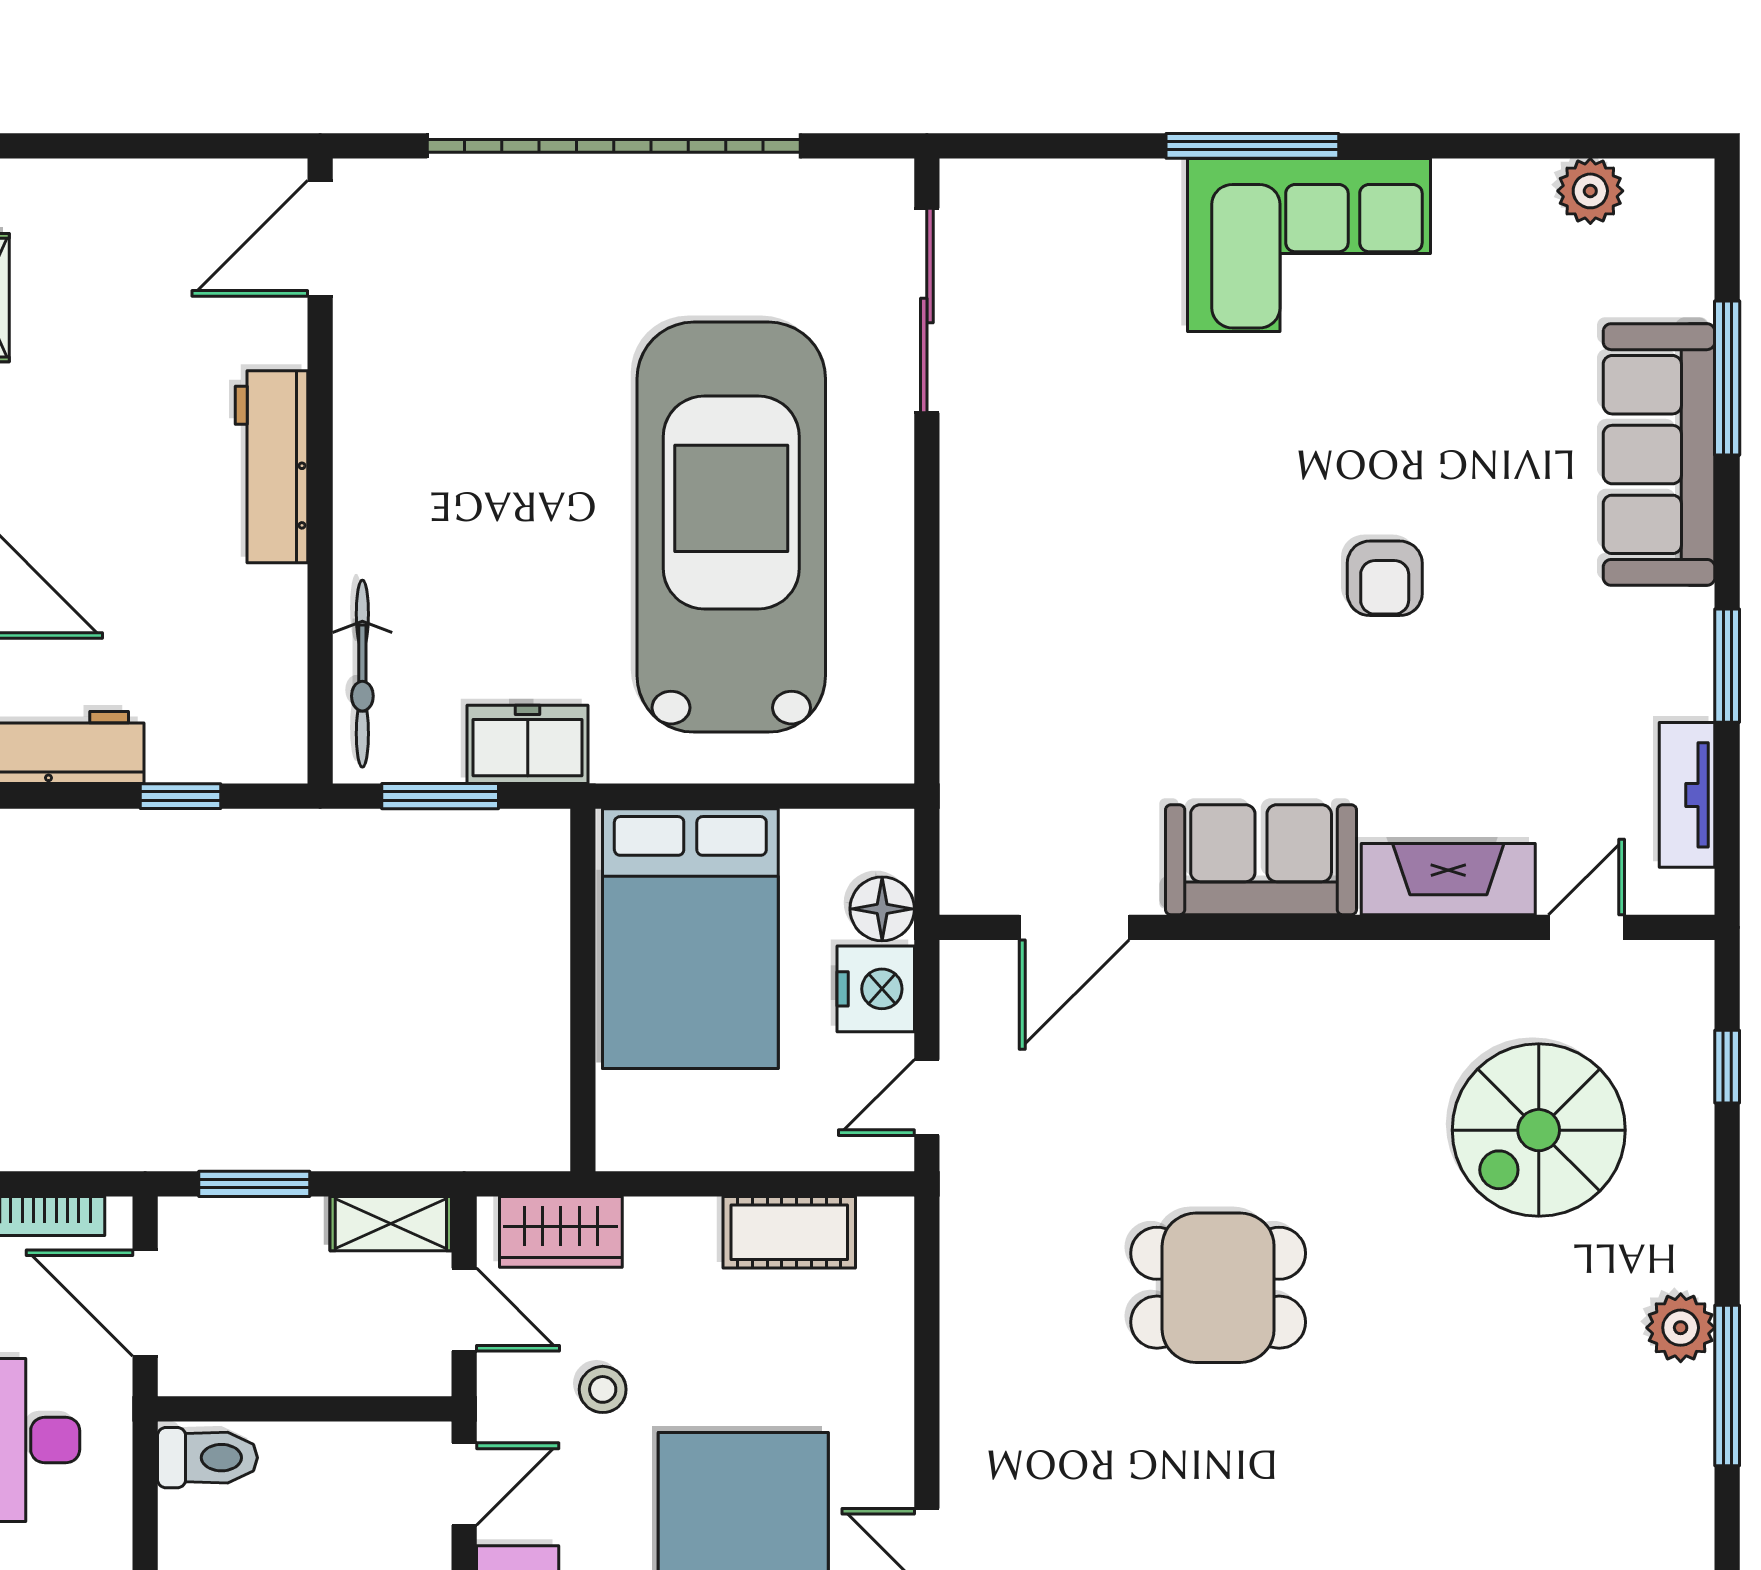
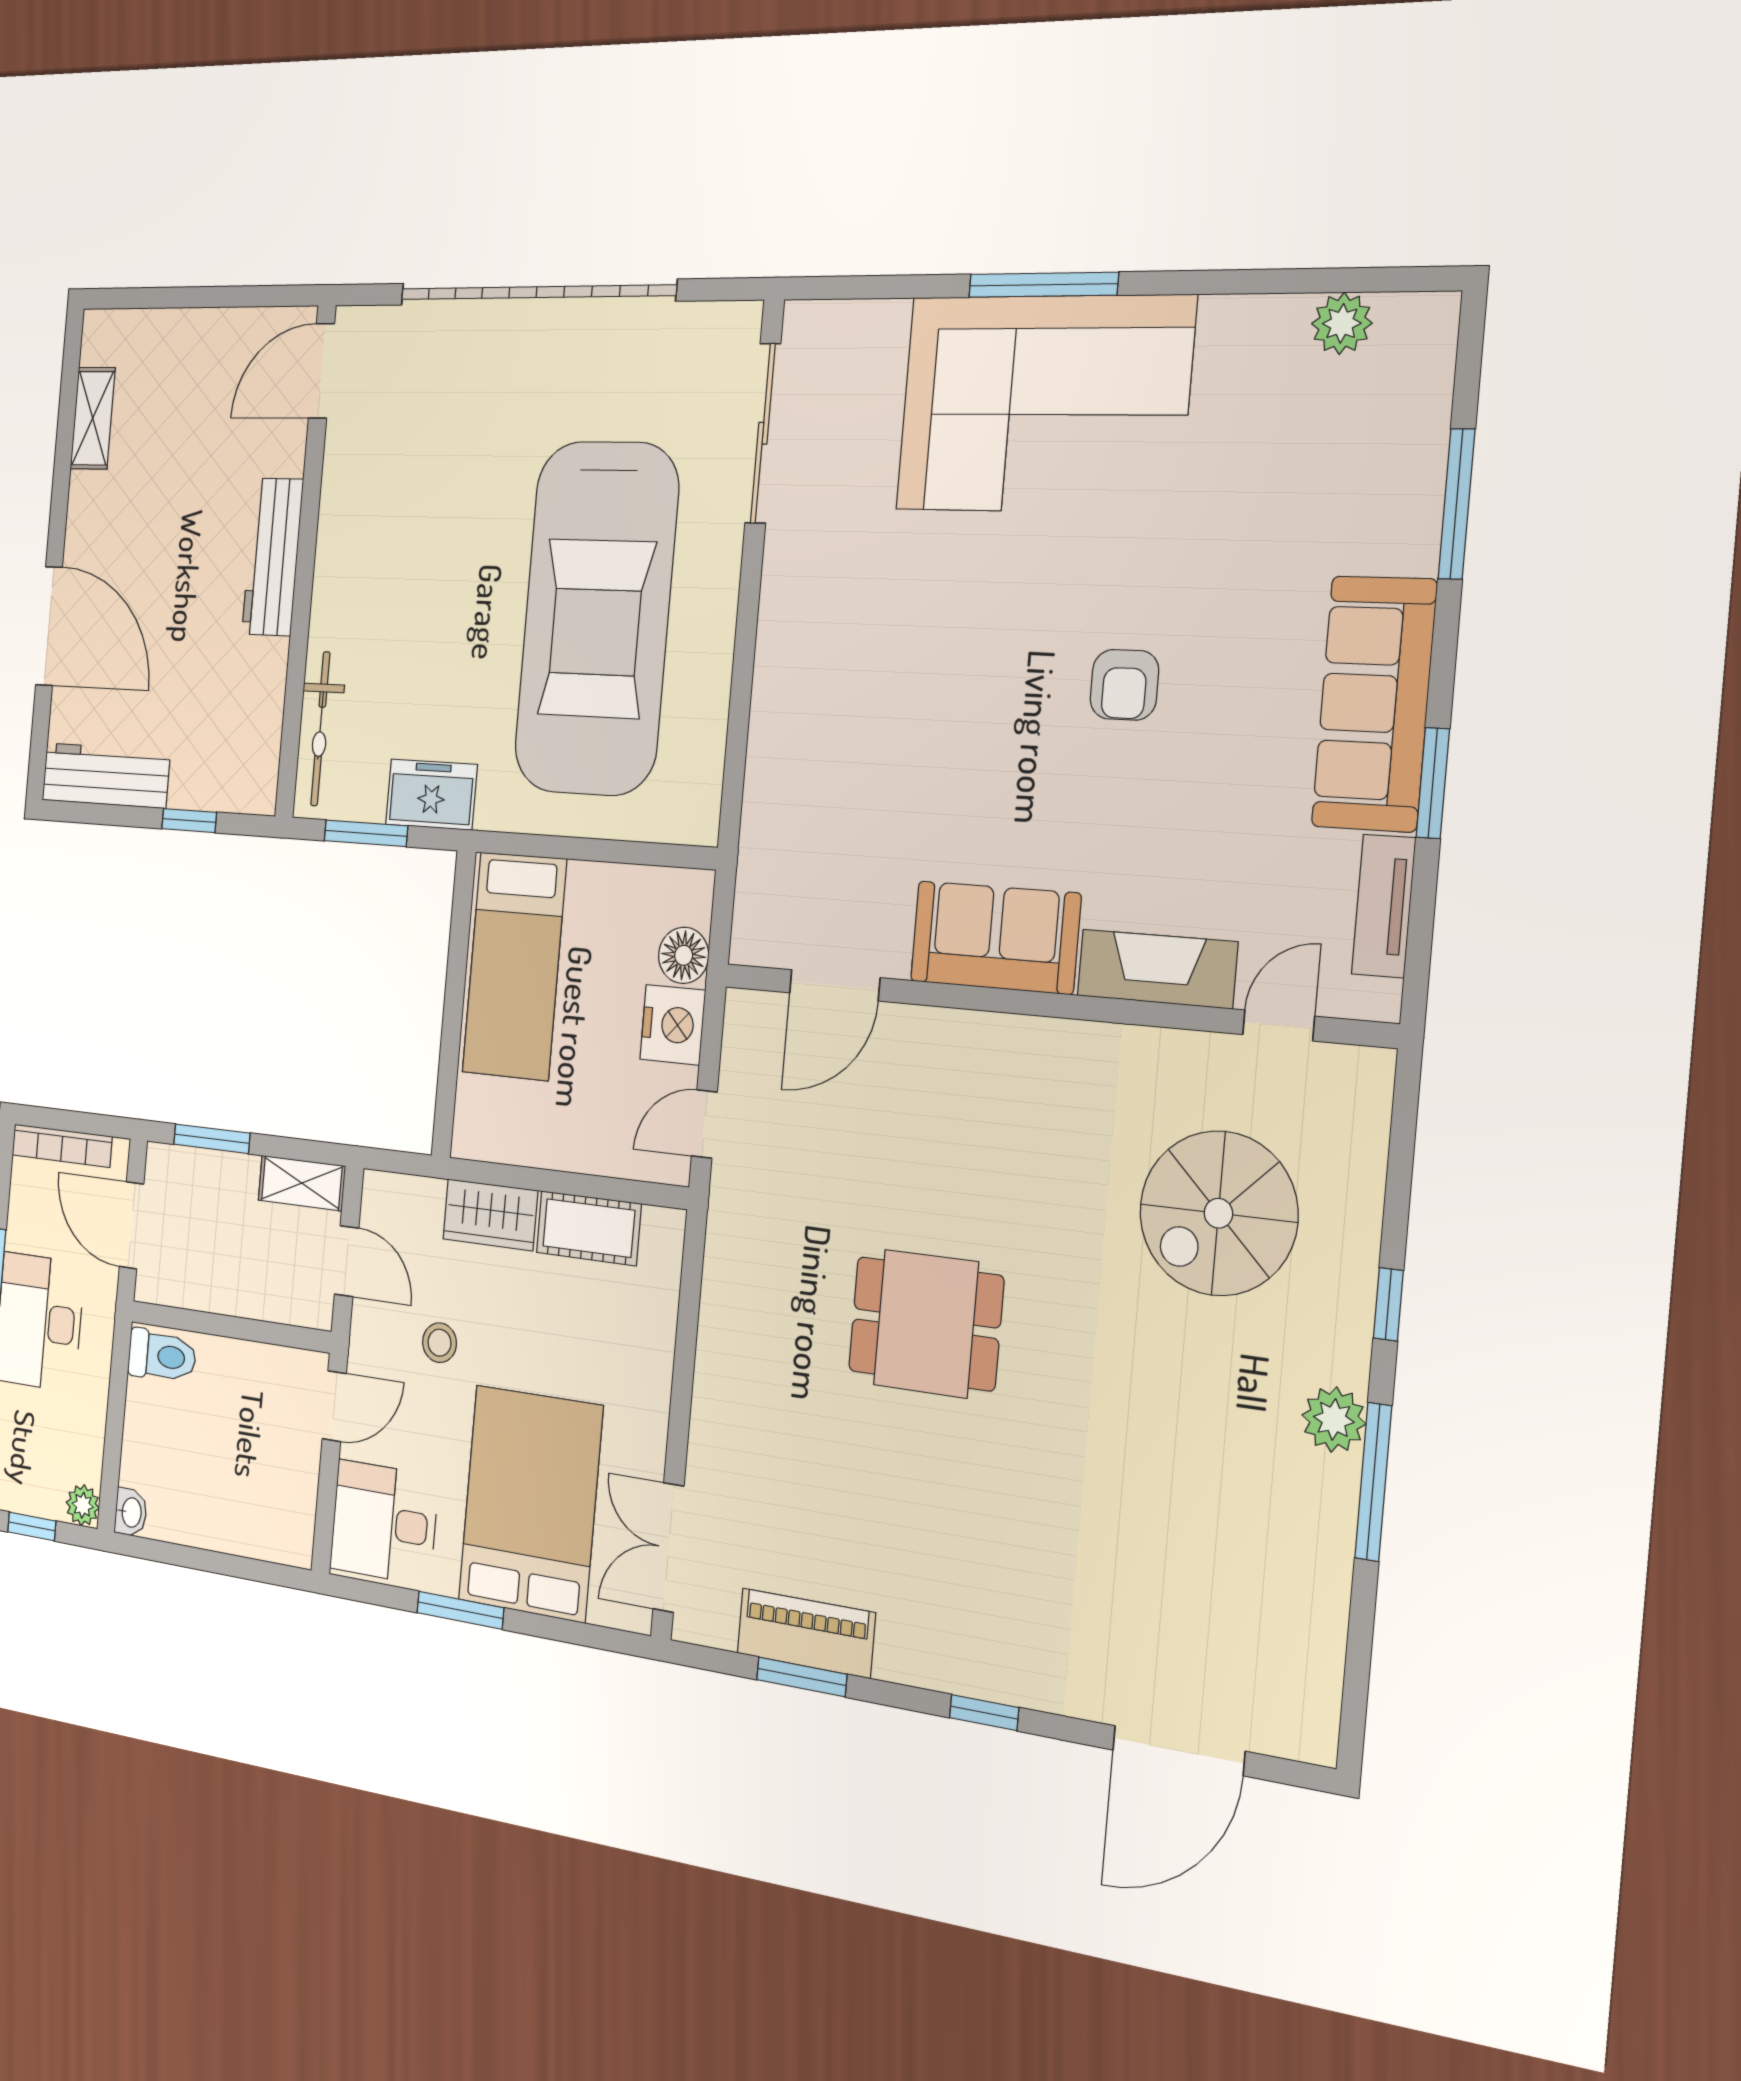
corner sofa: (1309, 245) -> (1044, 404), width x1.36, depth x1.36
sofa: (1659, 455) -> (1374, 703), moved
car: (731, 527) -> (596, 618), turned 180
bed: (690, 939) -> (514, 966), width x0.67
window: (1727, 1067) -> (1388, 1304), moved
wardrobe: (561, 1232) -> (490, 1215), moved

